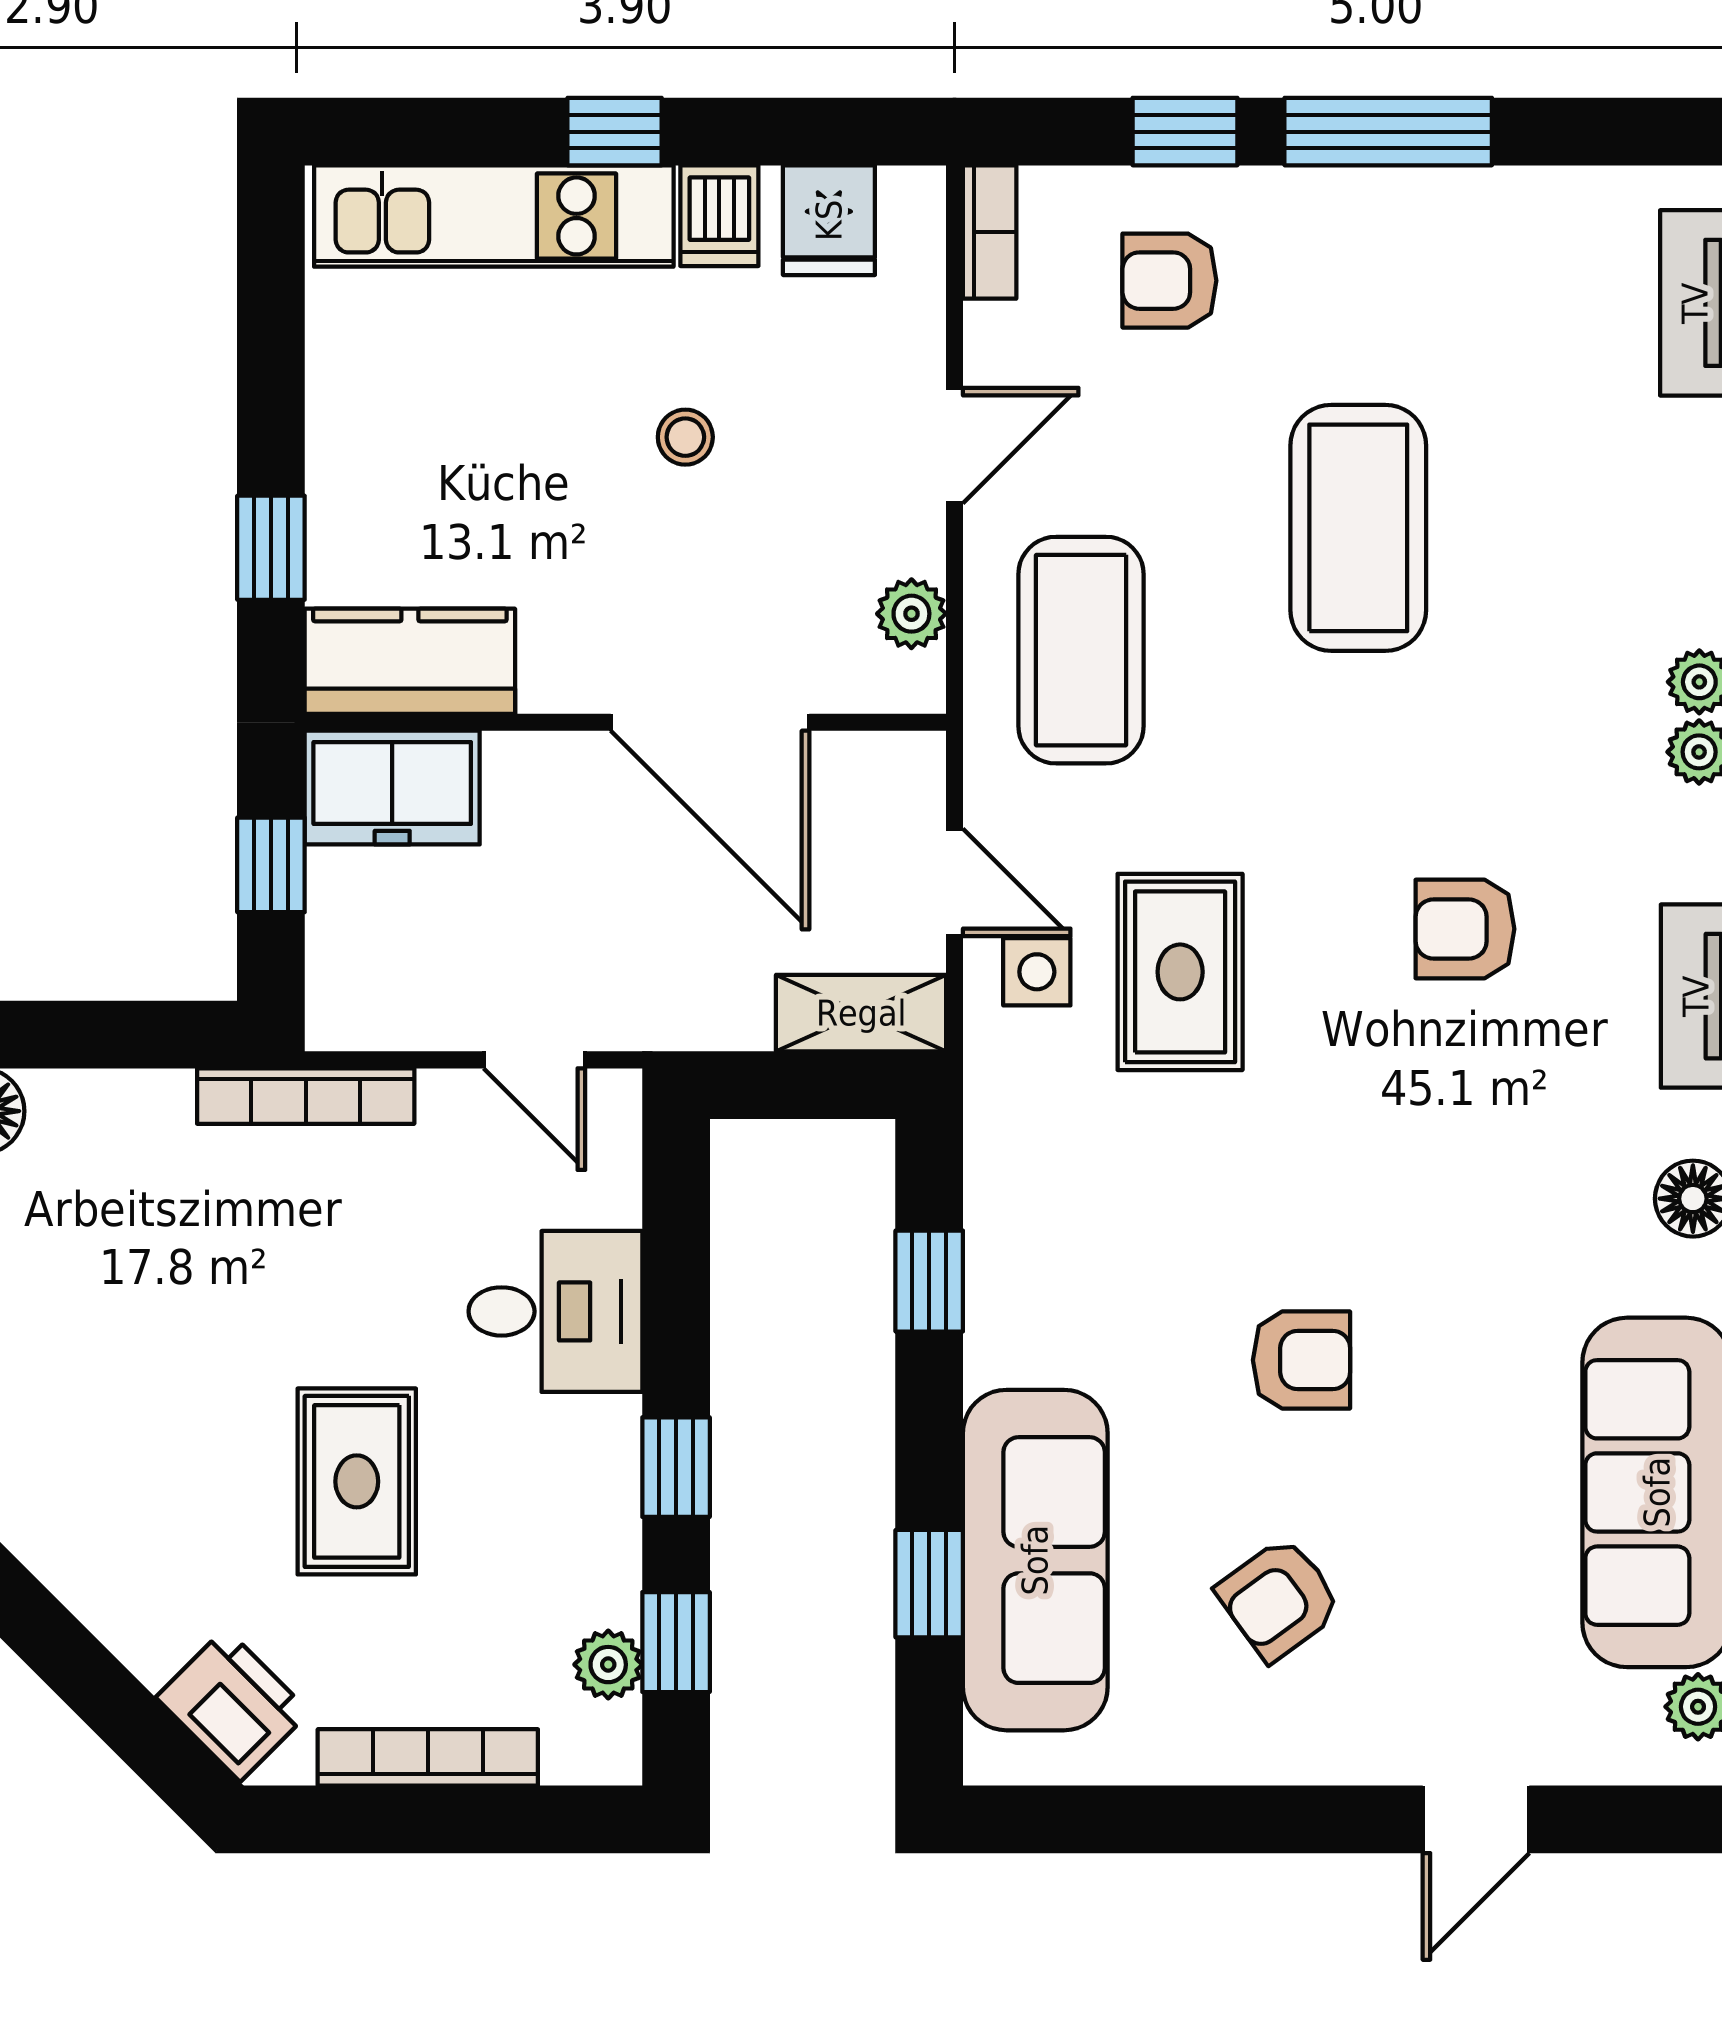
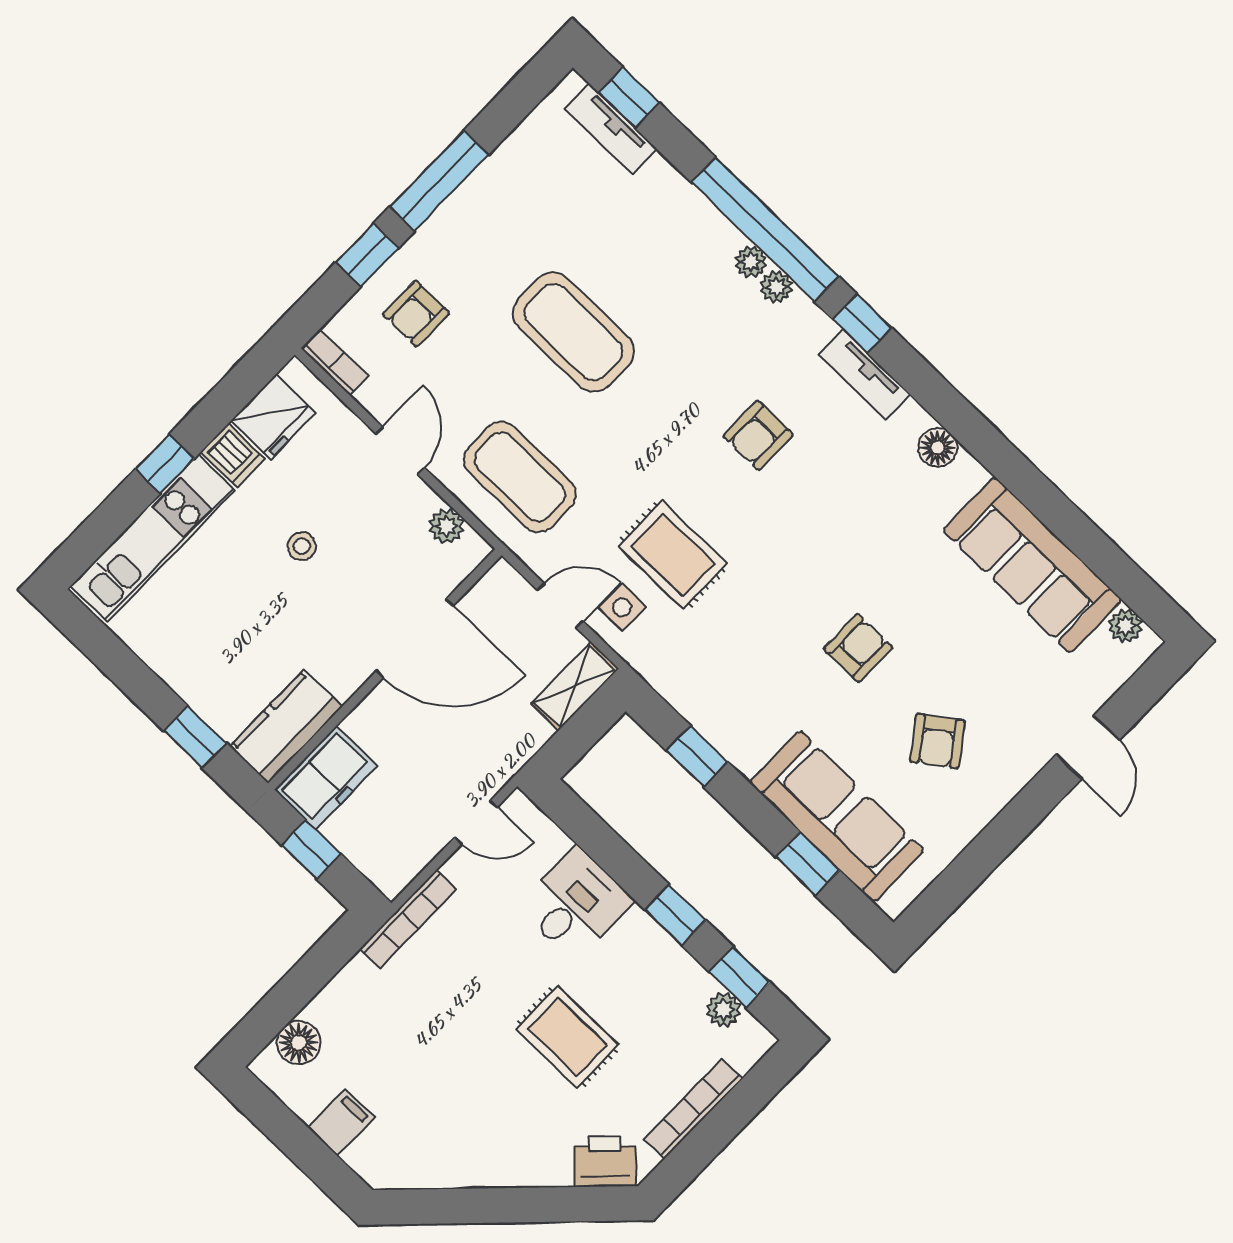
fridge: (829, 220) -> (273, 417), width x1.38

